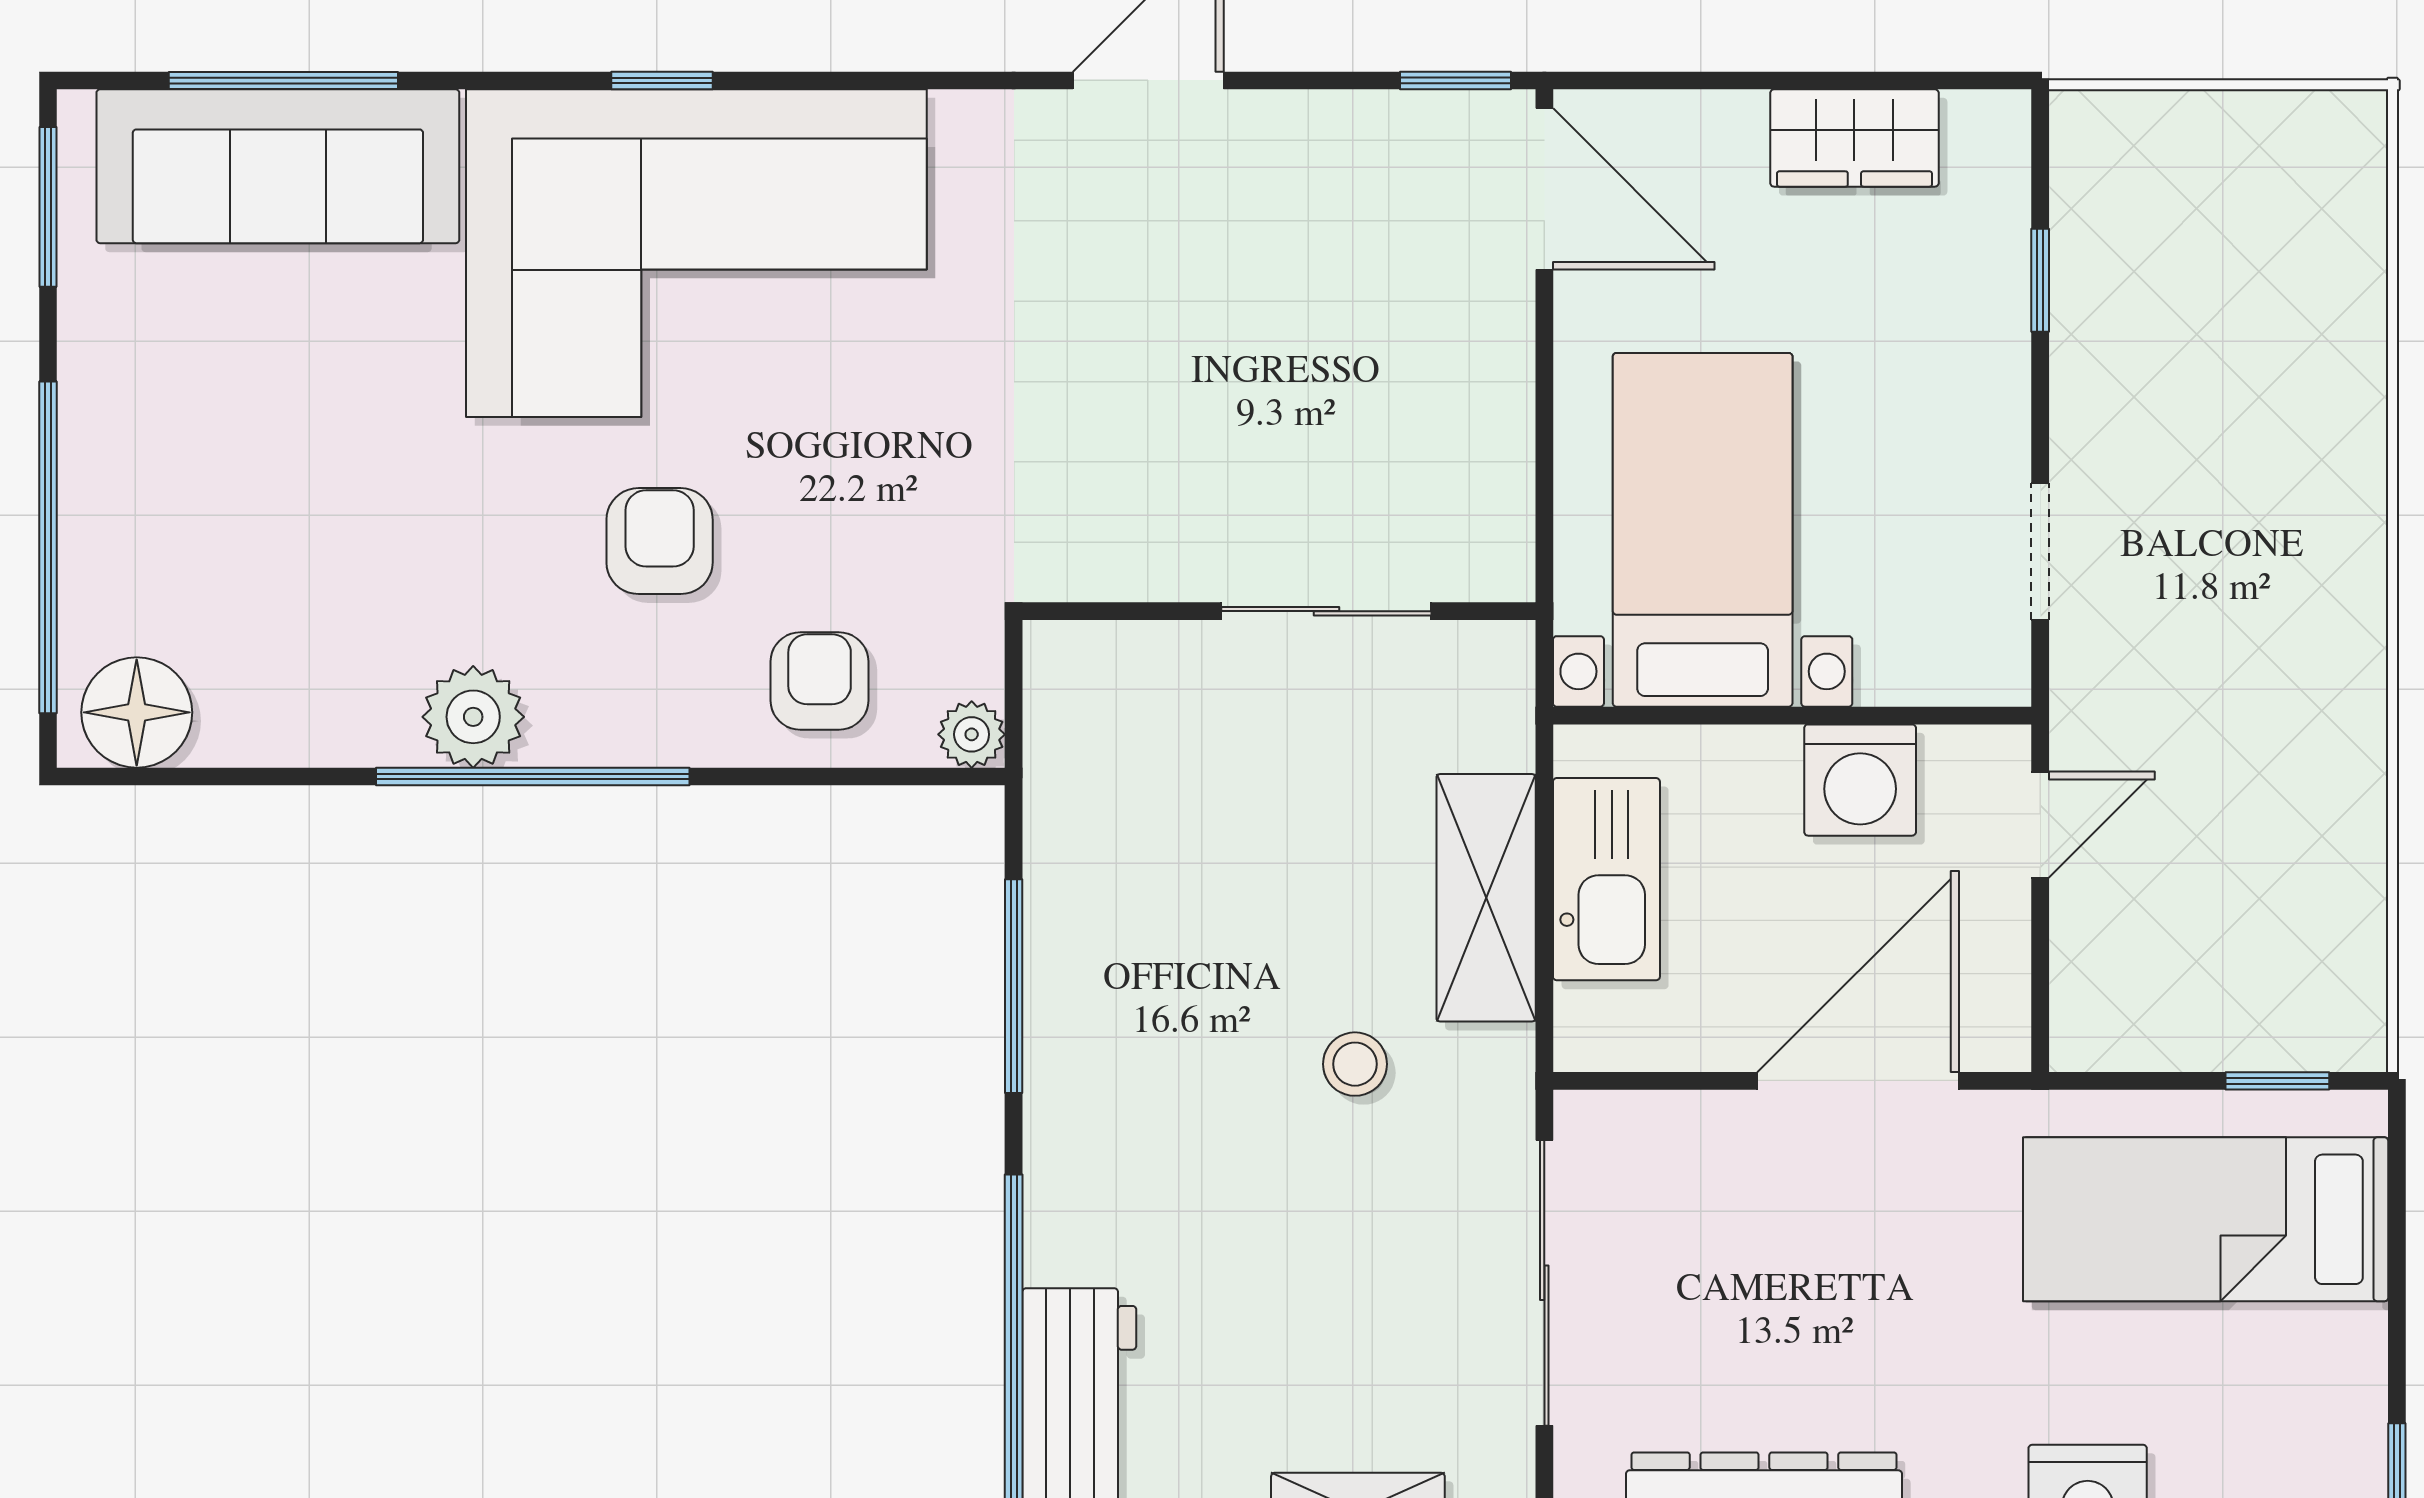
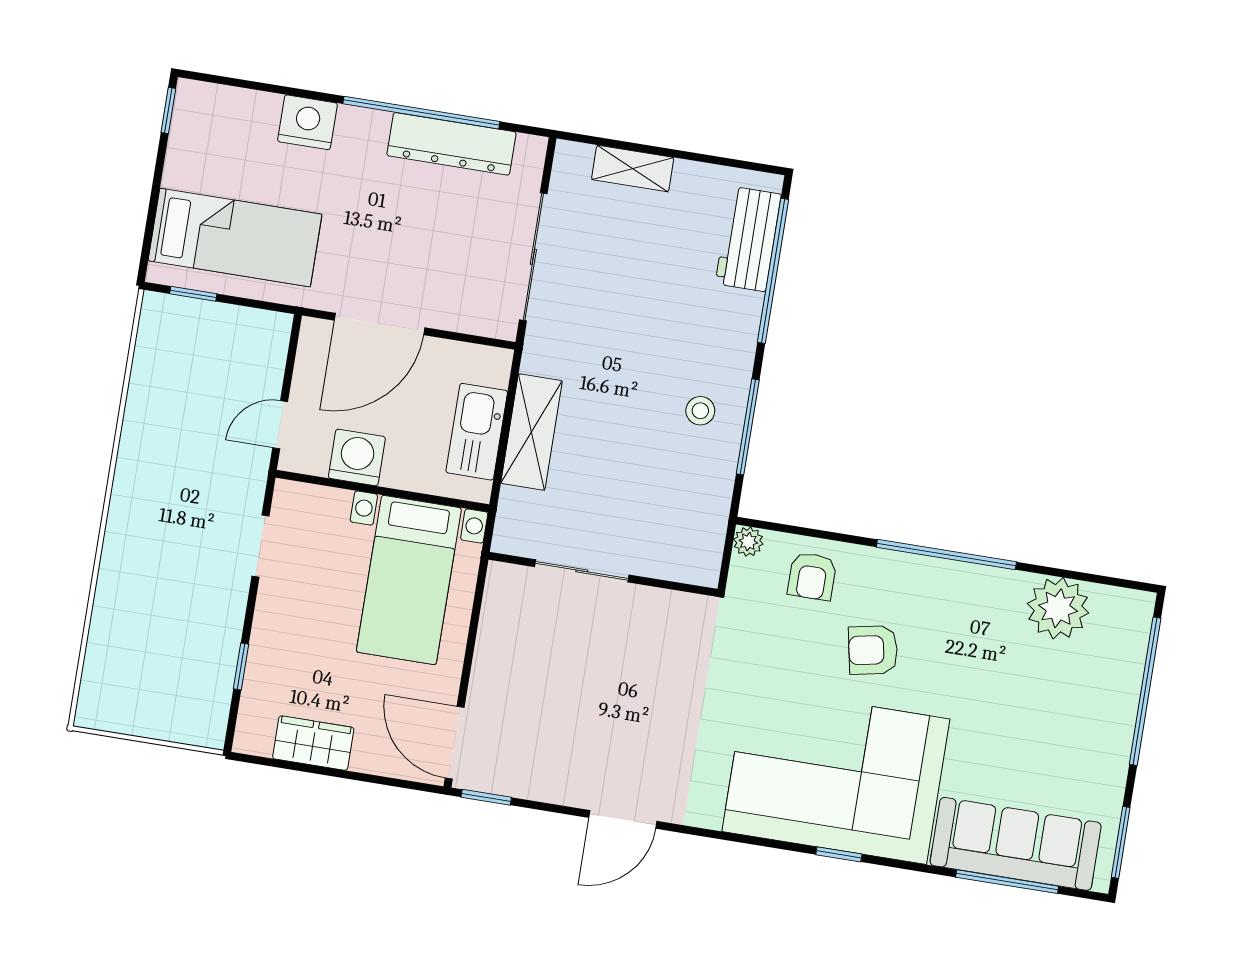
armchair: (660, 541) -> (873, 650), turned 79
floor lamp: (137, 712) -> (1118, 611), removed
plant: (473, 717) -> (1058, 608), moved, width x1.36, depth x1.36
stool: (1355, 1064) -> (700, 411), moved

